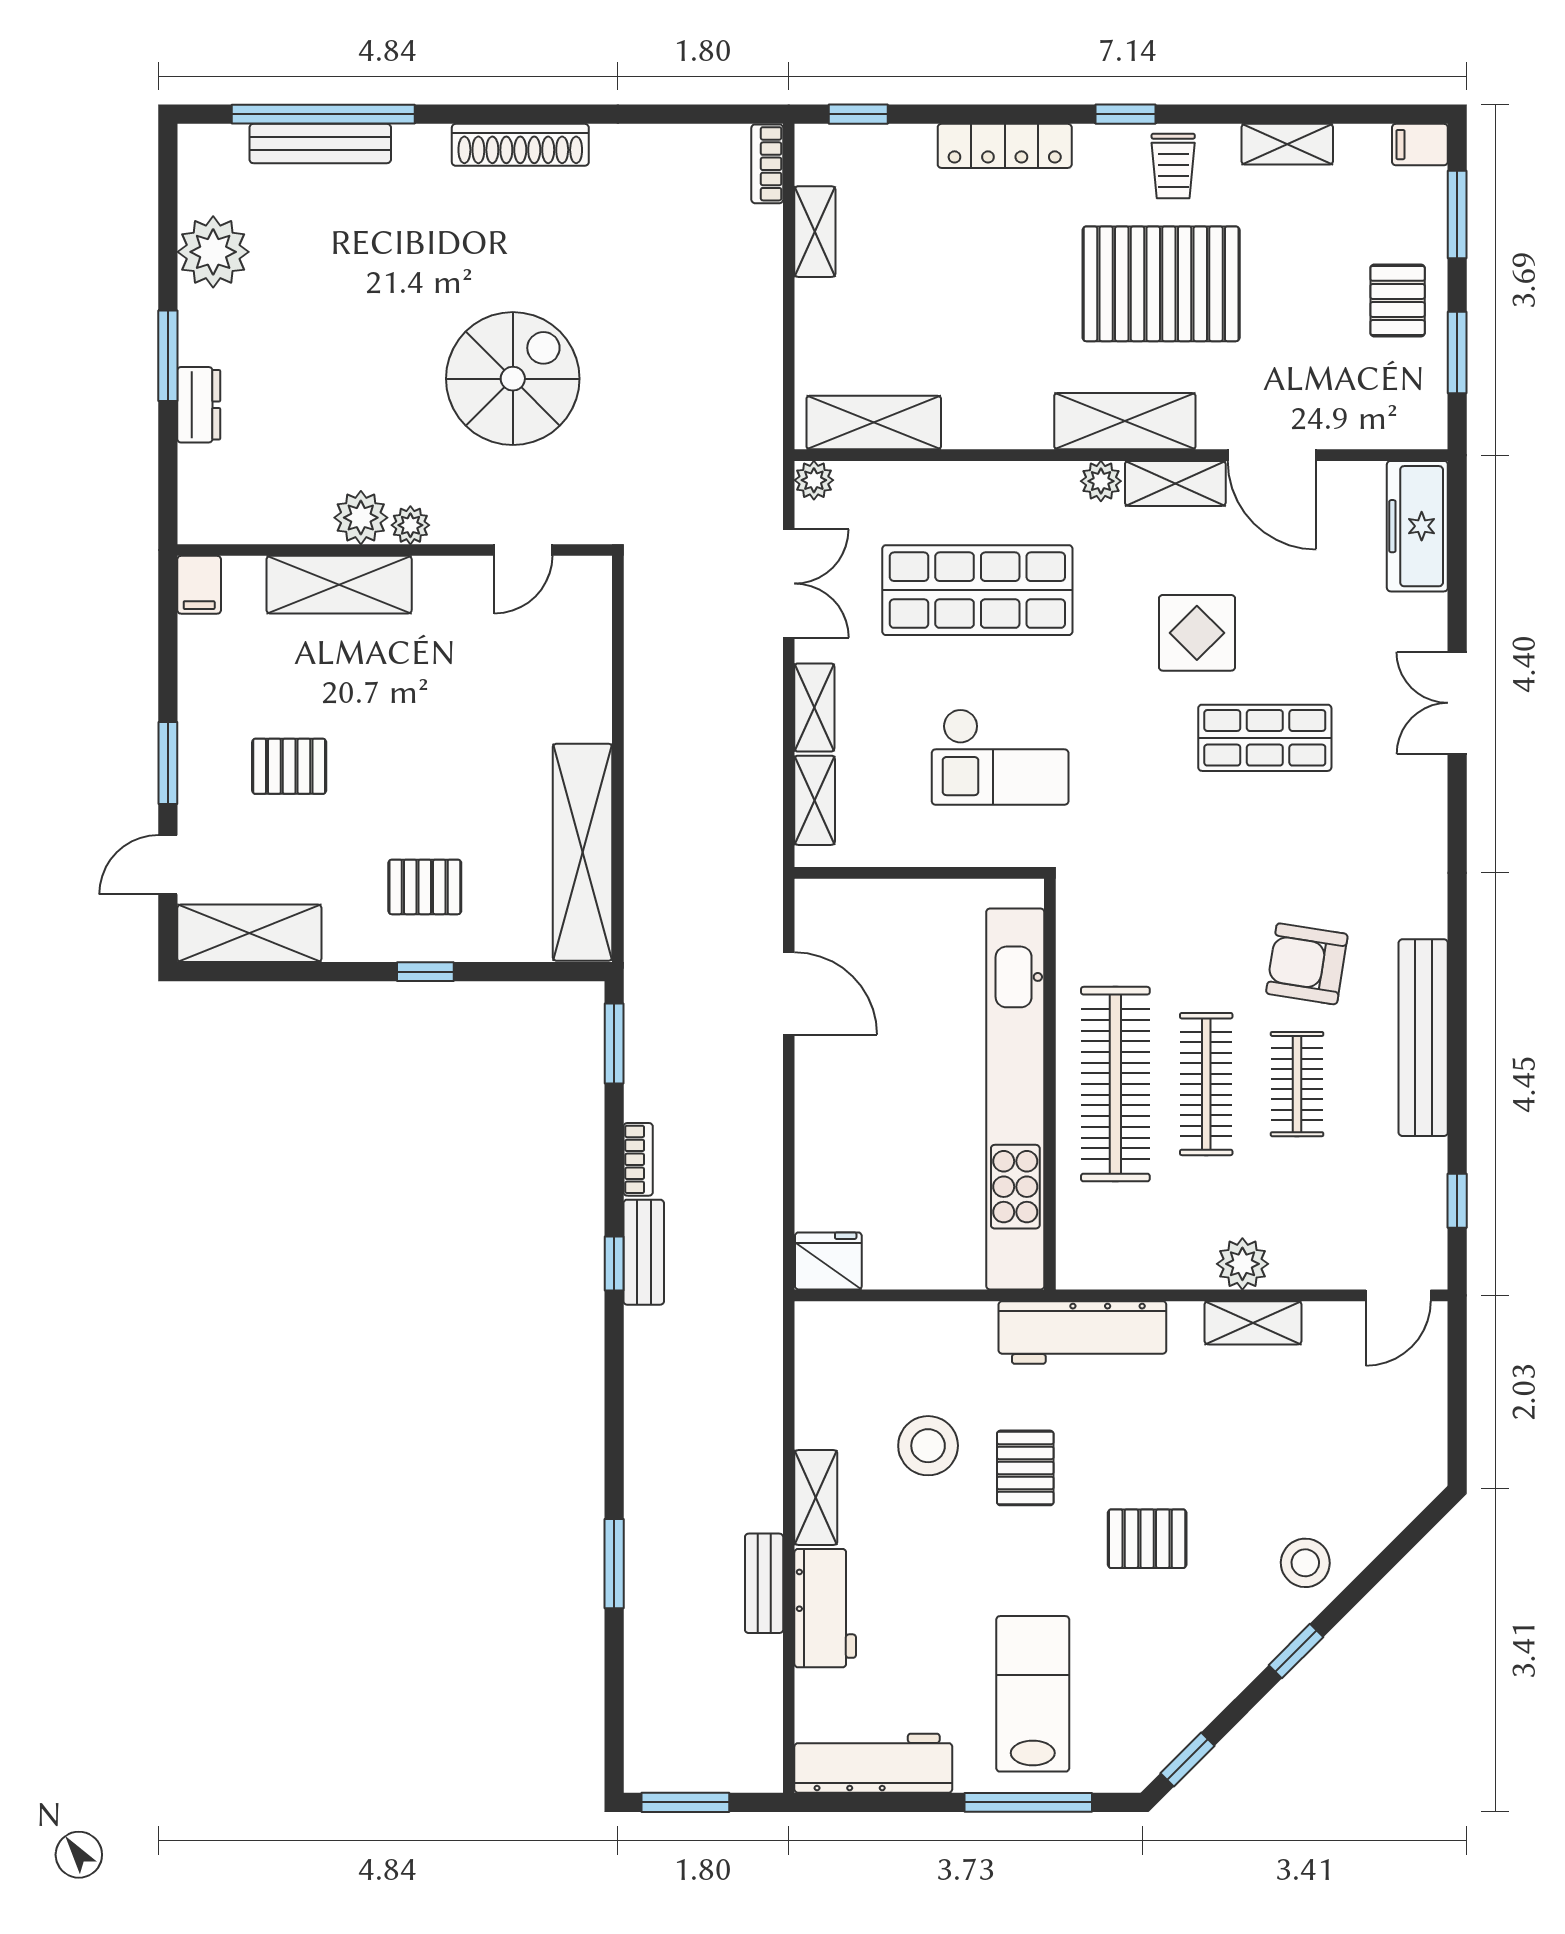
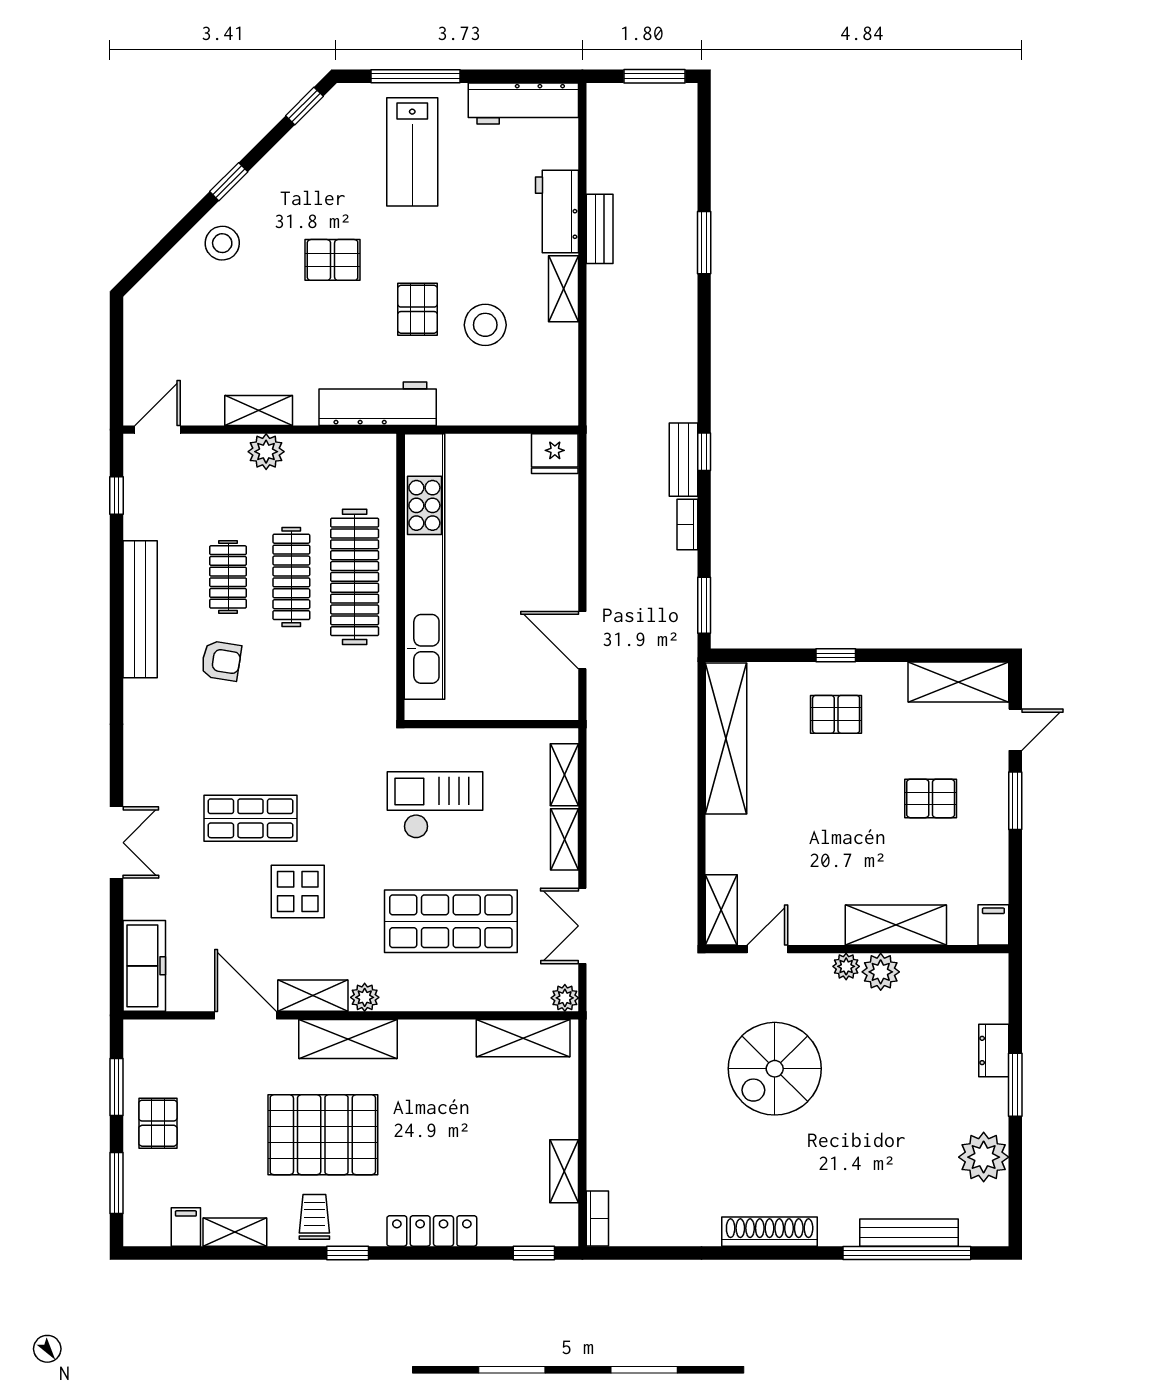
filing cabinet: (1420, 145) -> (186, 1227), moved, turned -90
shelving: (589, 606) -> (721, 910), added
armchair: (1307, 964) -> (221, 661), width x0.72, depth x0.72

